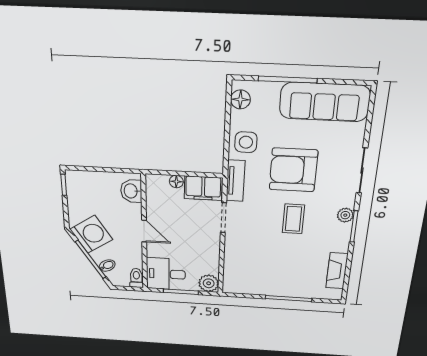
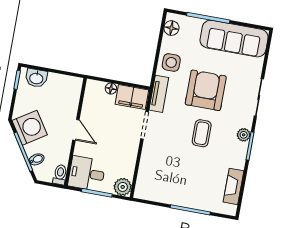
armchair: (293, 170) -> (206, 90), turned 90
washbasin: (131, 191) -> (36, 78), moved, turned -90

